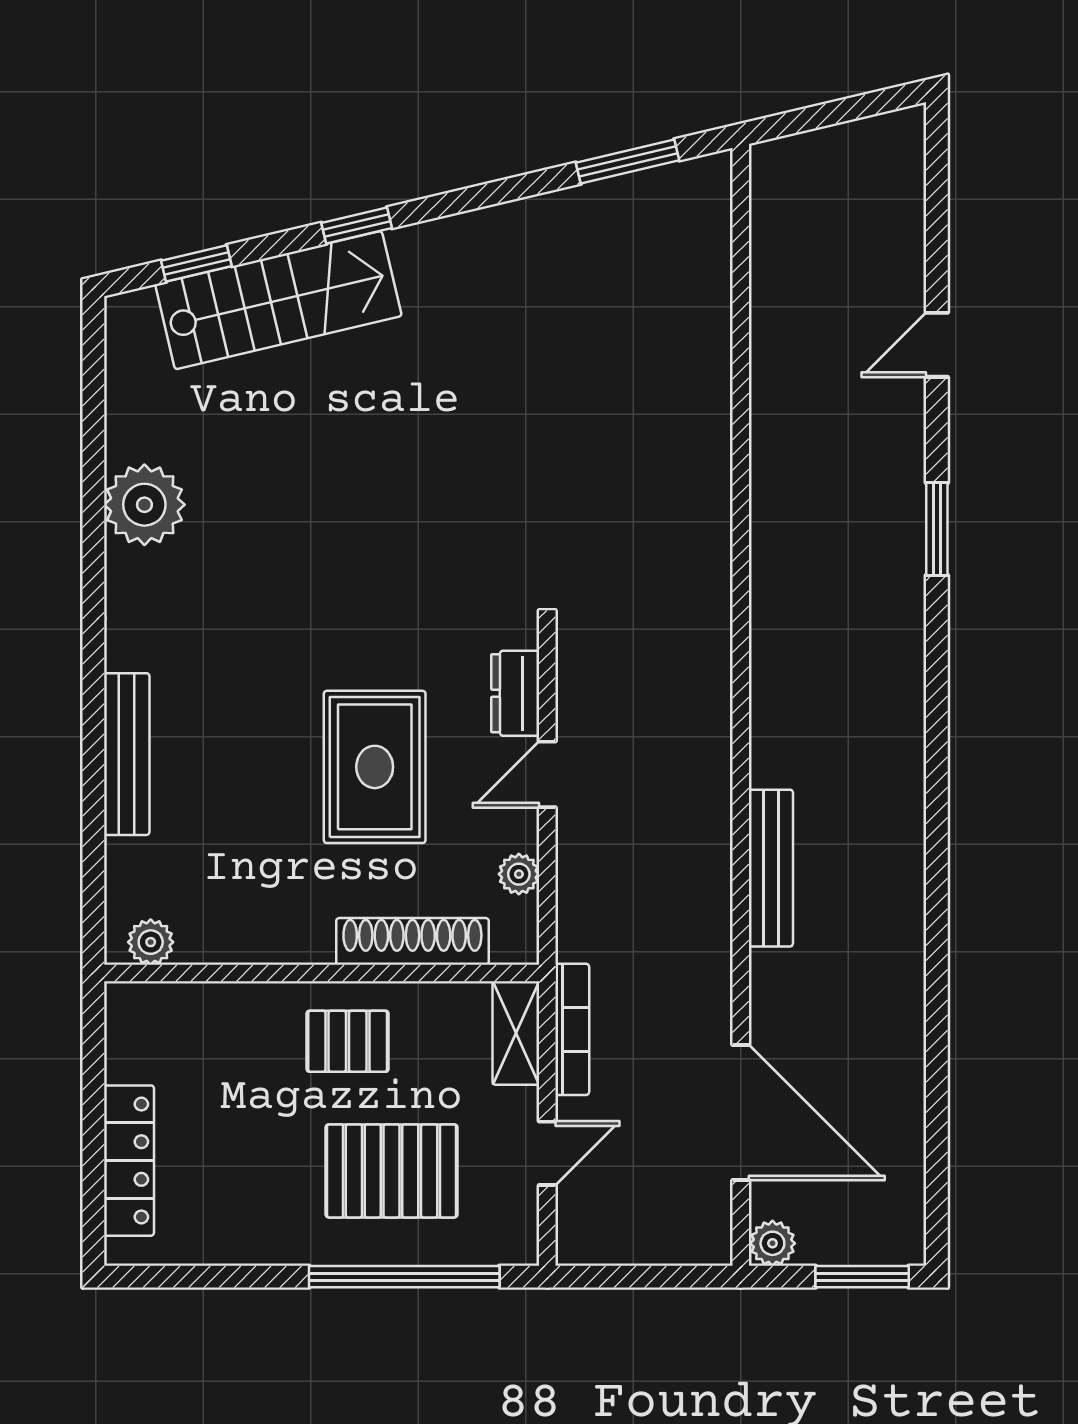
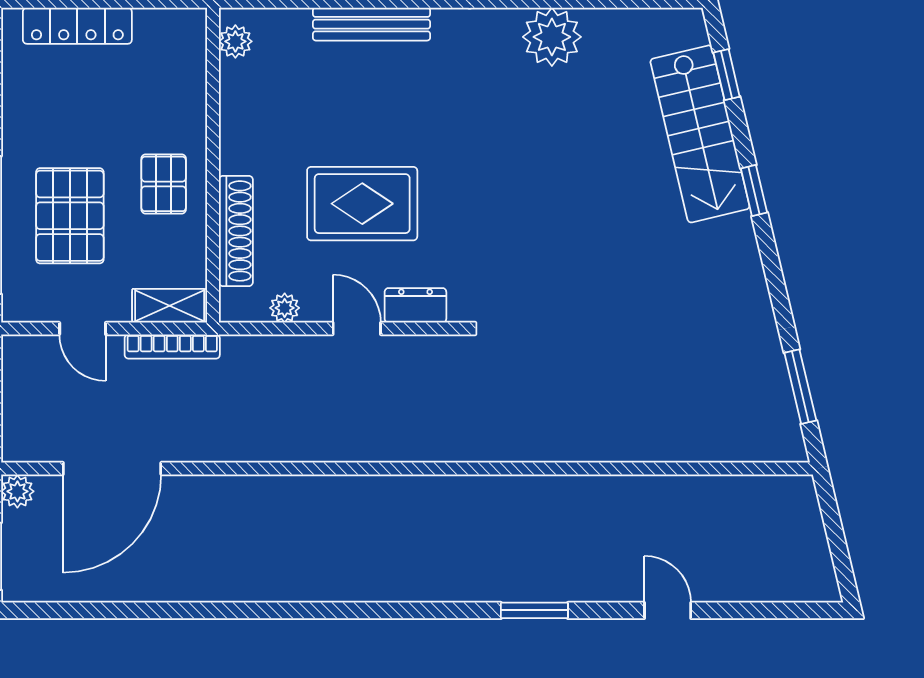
bench: (771, 868) -> (289, 490), removed

